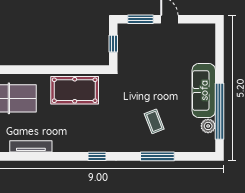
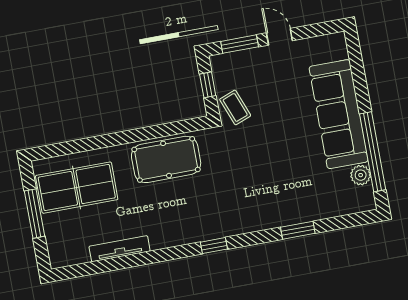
sofa: (204, 90) -> (339, 114), width x1.36, depth x1.27
coffee table: (154, 121) -> (235, 107), moved
window: (157, 156) -> (298, 230), width x0.69

